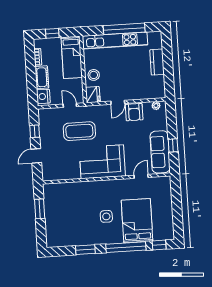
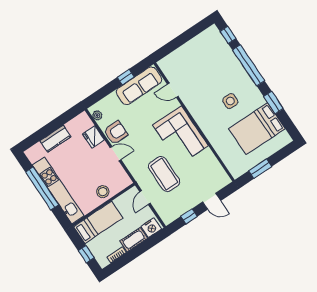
fridge: (93, 95) -> (93, 137), moved, turned -90
bed: (137, 221) -> (257, 129), moved

